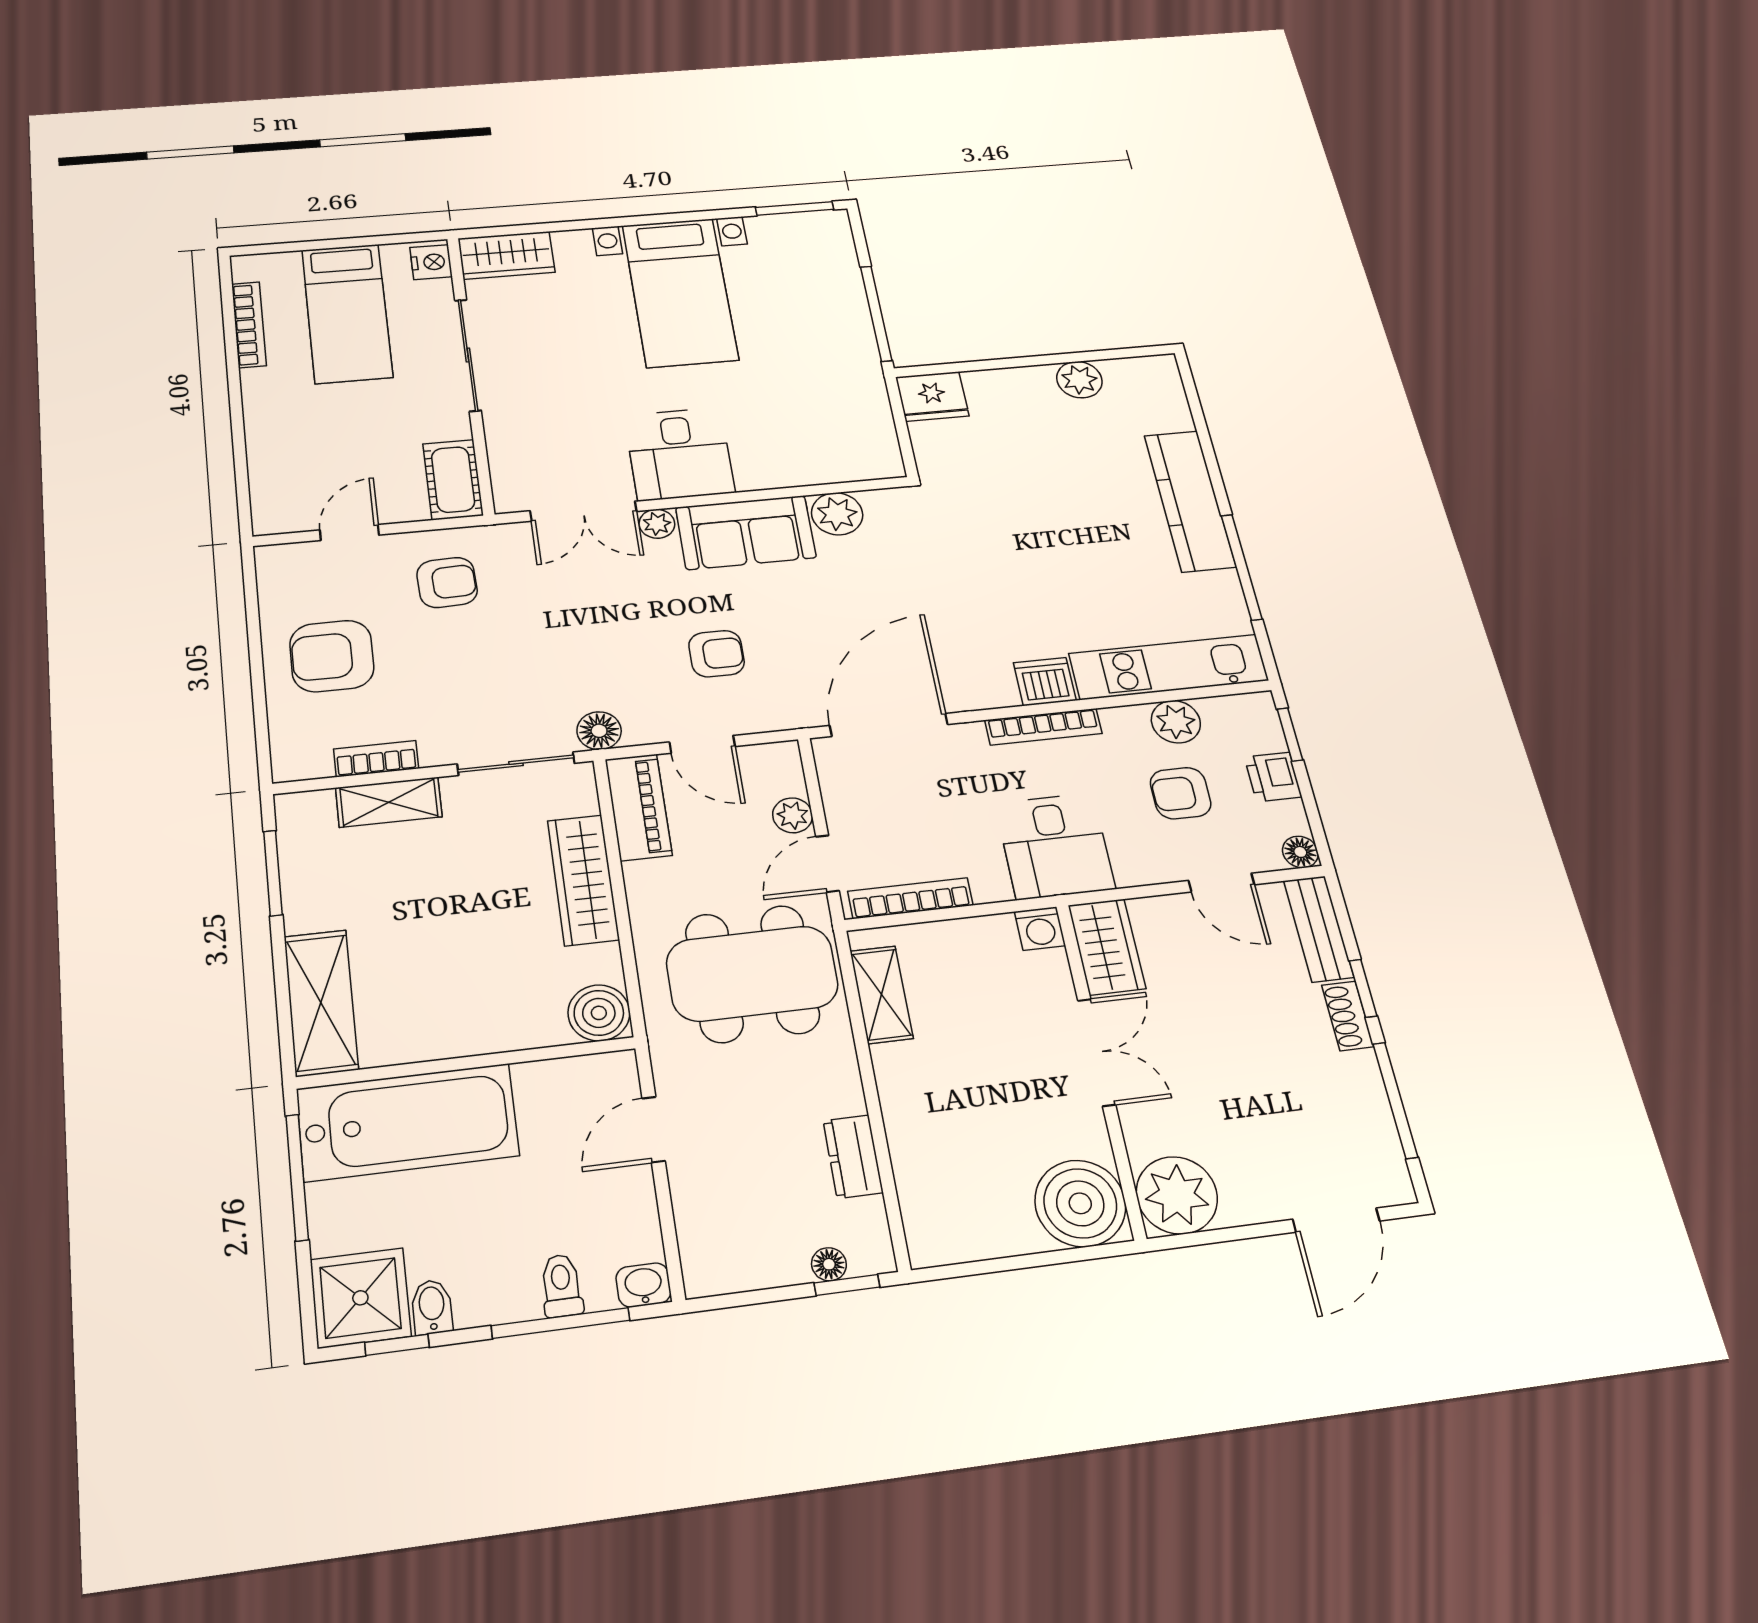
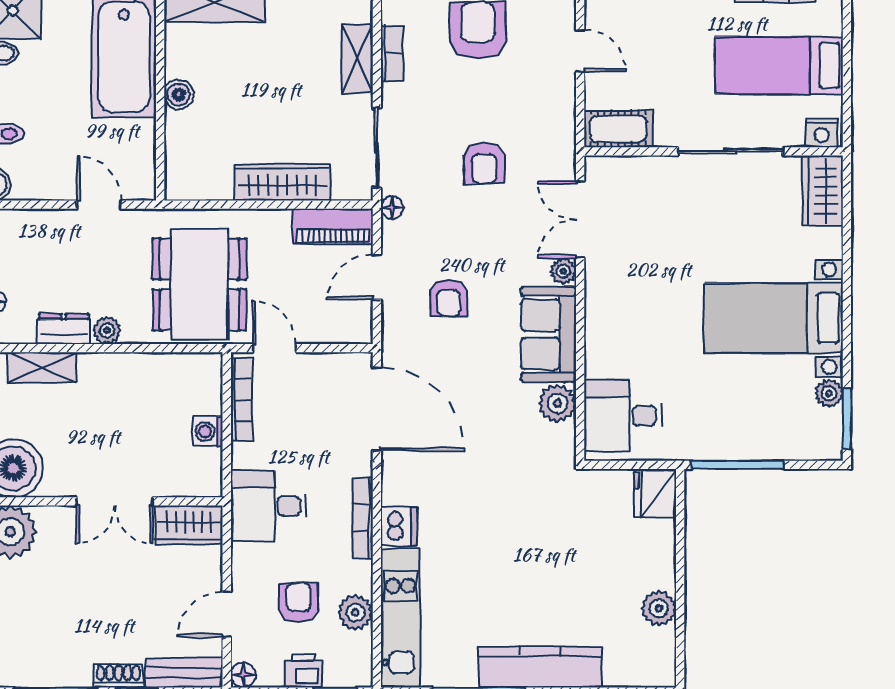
plant: (766, 229) -> (829, 393), added
desk: (679, 454) -> (623, 416), moved
armchair: (447, 582) -> (484, 163), moved
floor lamp: (599, 731) -> (392, 207), width x0.73, depth x0.73
plant: (793, 815) -> (107, 330), moved
washing machine: (1040, 929) -> (208, 431), moved
shelving: (881, 995) -> (42, 367), moved
boiler: (599, 1013) -> (179, 94), moved, width x0.73, depth x0.73

